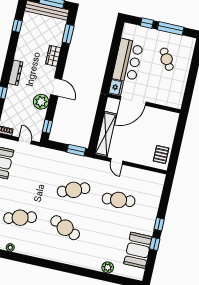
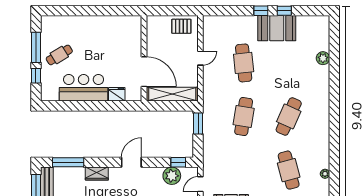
window: (68, 34) -> (68, 162), width x1.44
cafe table: (167, 59) -> (59, 55), moved
door: (133, 101) -> (144, 72), moved
plant: (41, 102) -> (172, 176), moved
wall: (144, 103) -> (144, 58), moved
door: (117, 161) -> (200, 58), moved
cafe table: (74, 190) -> (244, 116), turned 30
booth: (138, 250) -> (277, 28), moved

